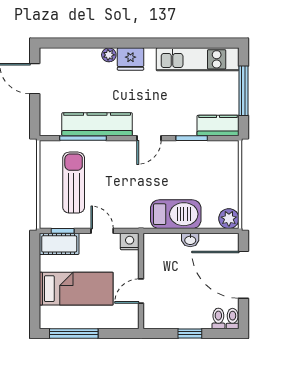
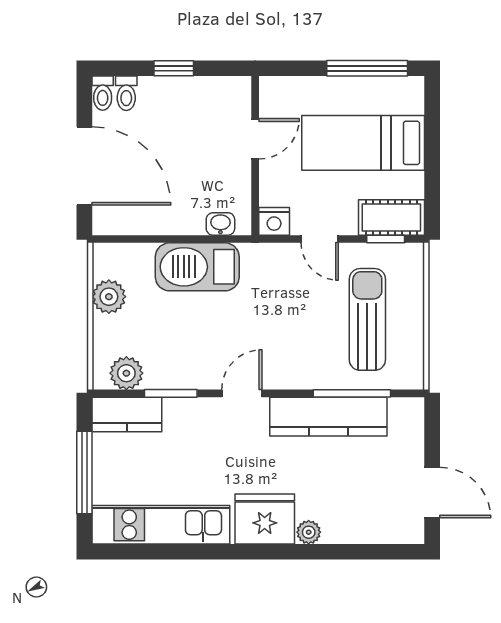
fridge: (131, 59) -> (265, 519), width x1.36, depth x1.34
plant: (218, 150) -> (126, 373), added
sun lounger: (74, 183) -> (367, 319), turned 180
plant: (229, 219) -> (109, 297), moved
washbasin: (190, 240) -> (220, 224), moved

